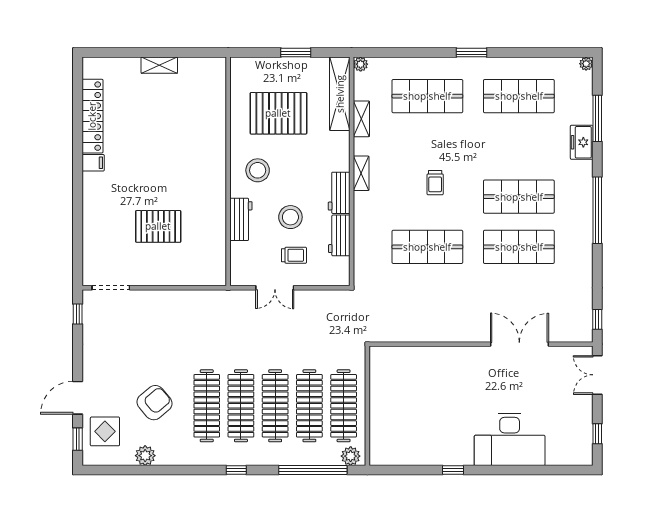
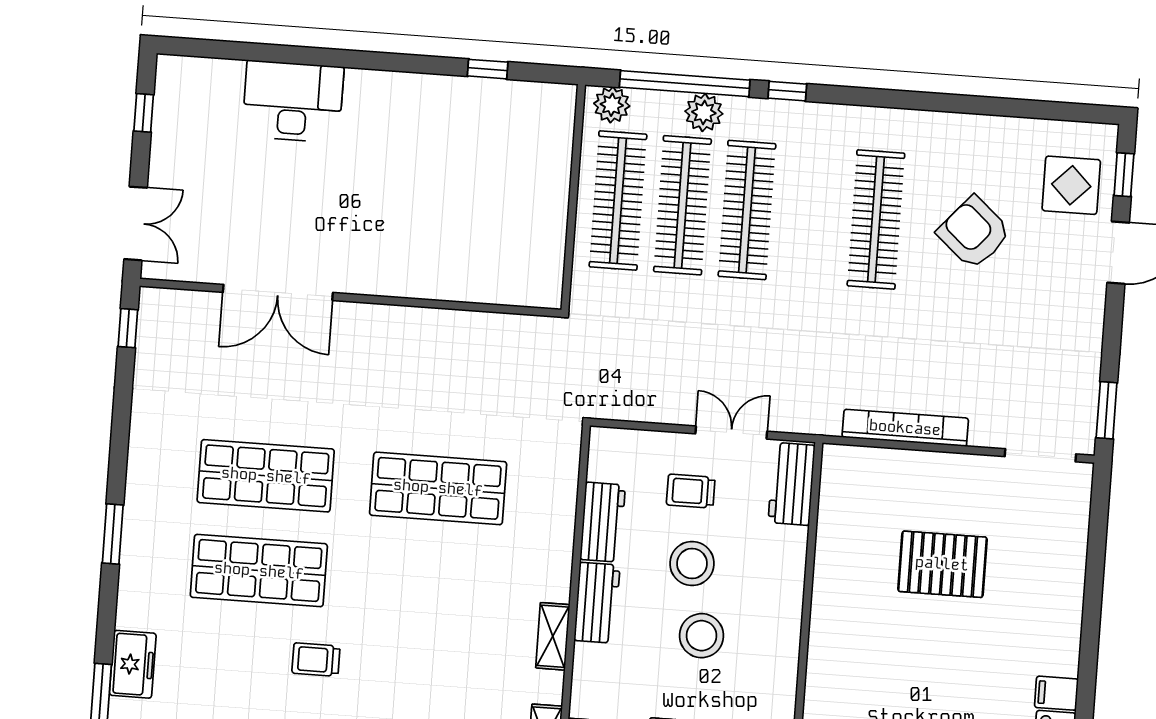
stool: (258, 170) -> (702, 636), moved
trolley: (435, 183) -> (316, 660), moved, turned -90
window: (597, 210) -> (113, 534), width x0.47
workbench: (241, 219) -> (792, 484), moved
bookcase: (183, 297) -> (905, 428), added
window: (78, 314) -> (1107, 410), width x1.50
armchair: (155, 403) -> (974, 233), turned 81
clothes rail: (241, 406) -> (811, 215), removed
desk: (510, 439) -> (293, 102), width x0.73, depth x0.77
plant: (145, 456) -> (704, 113), moved
window: (236, 470) -> (787, 91), moved
window: (453, 470) -> (488, 69), moved

